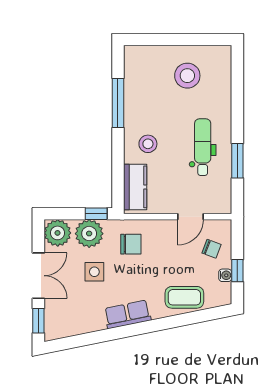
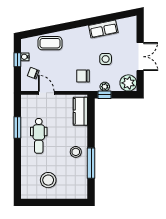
stool: (148, 144) -> (76, 152), moved
door: (191, 217) -> (46, 93), hinge flipped
plant: (89, 234) -> (105, 87), width x0.53, depth x0.53
double door: (38, 276) -> (140, 57), swing flipped
row of seats: (128, 314) -> (103, 29), moved
window: (38, 321) -> (140, 29), removed

